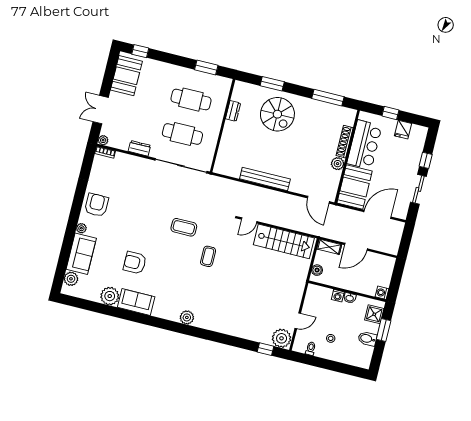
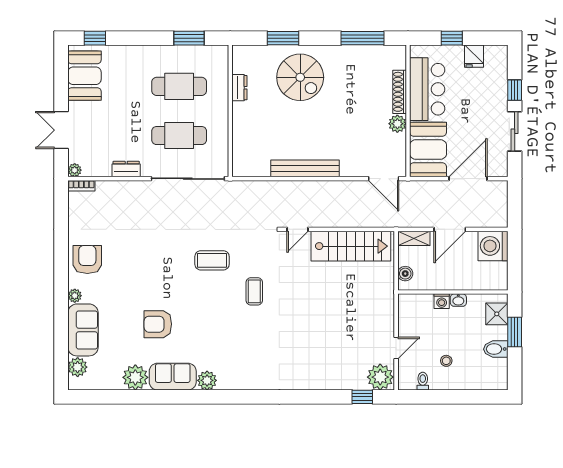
washing machine: (382, 293) -> (493, 246), moved, width x1.89, depth x1.89
plant: (187, 317) -> (207, 380), moved

